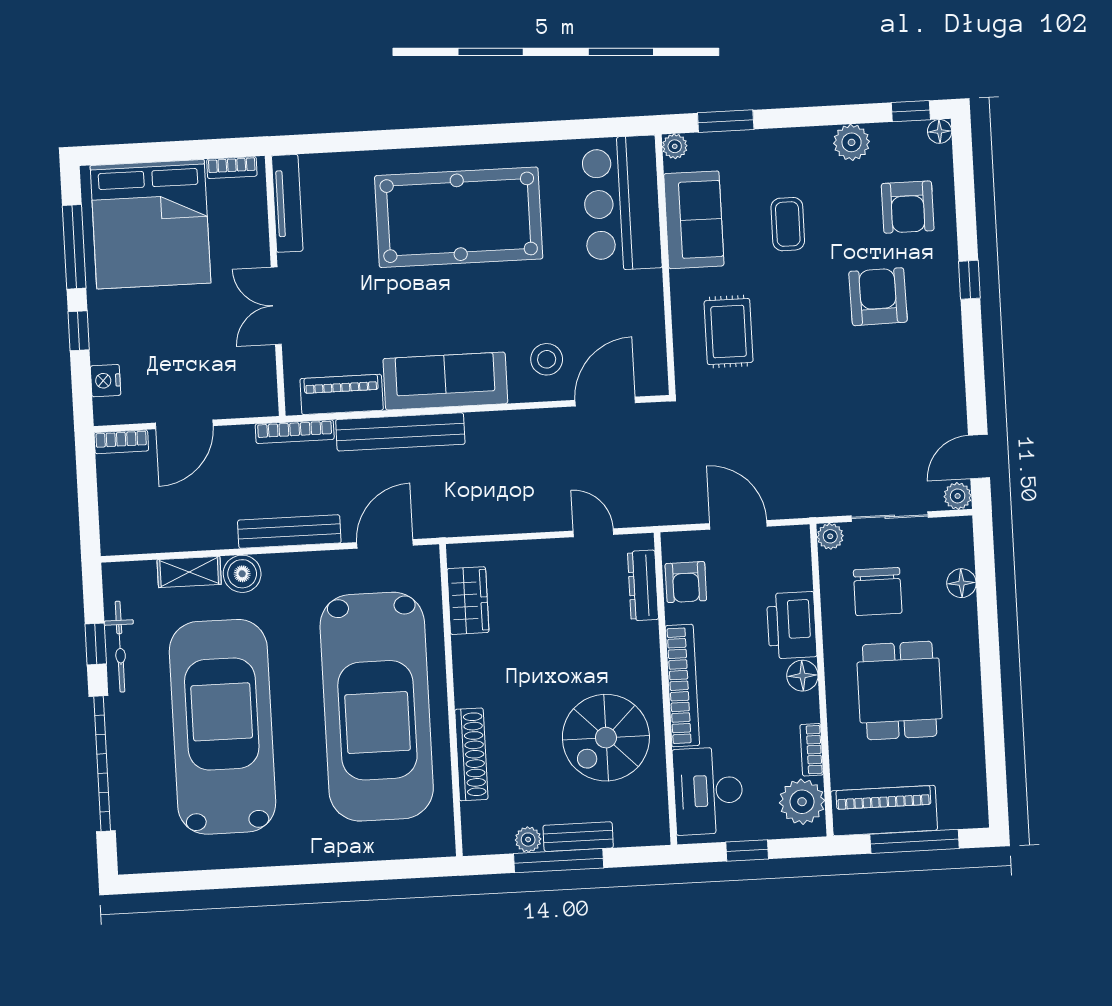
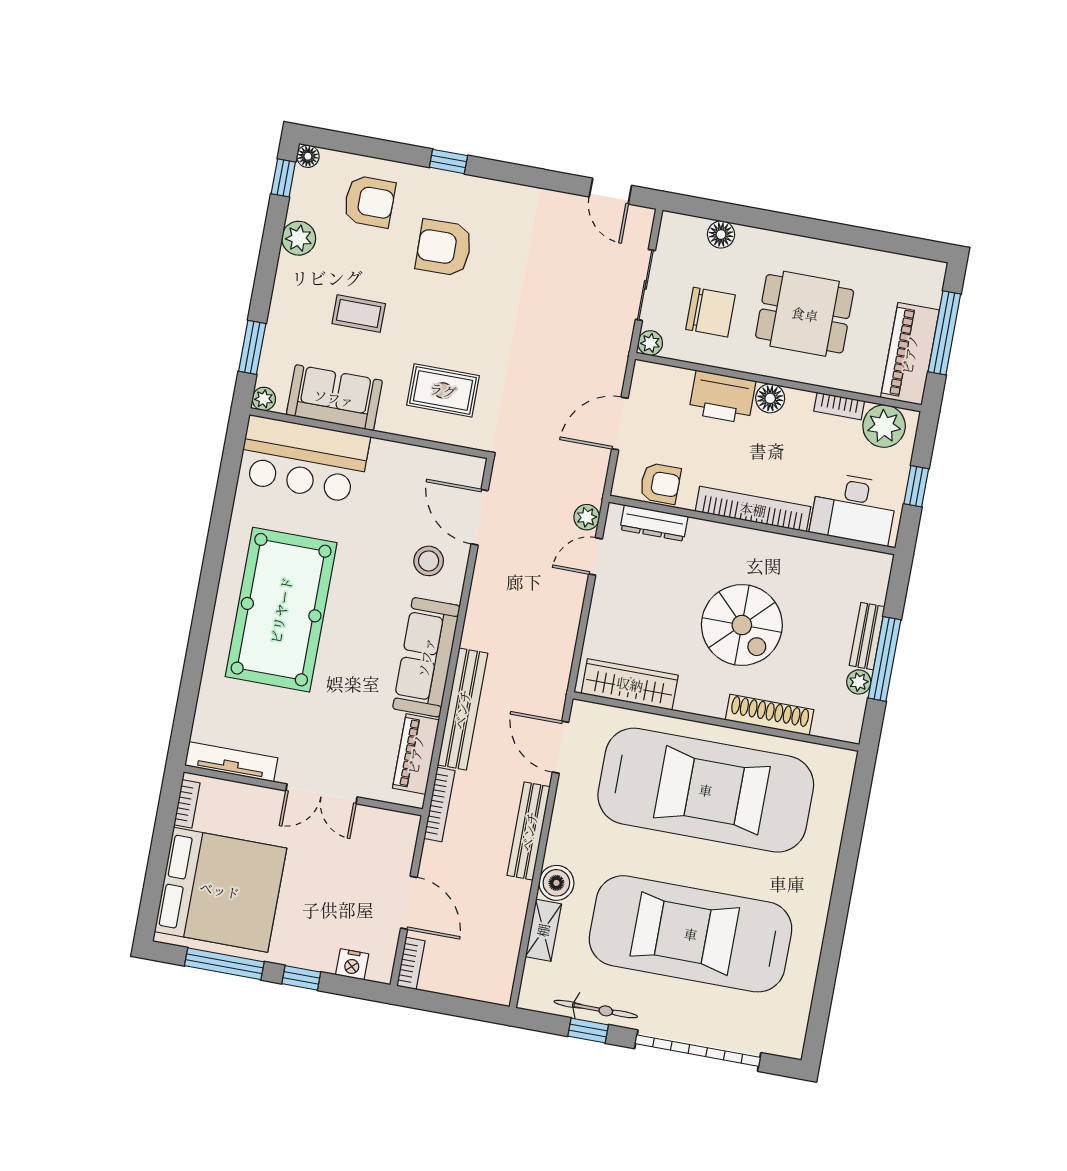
plant: (958, 496) -> (587, 517), moved
wardrobe: (468, 601) -> (630, 684), width x1.50
spiral stairs: (606, 738) -> (742, 625), moved

